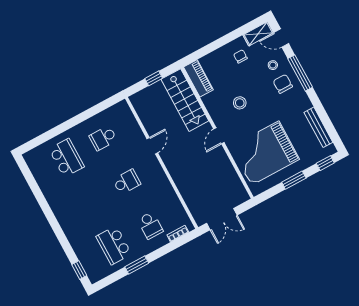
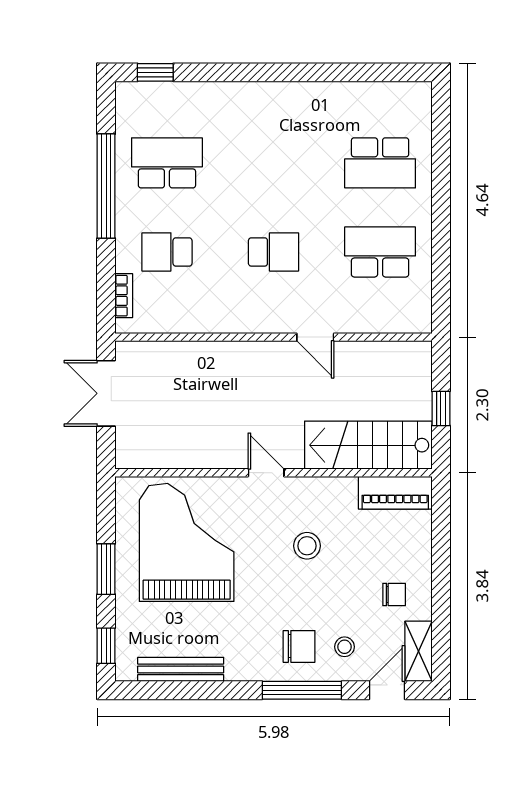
school desk: (103, 138) -> (380, 252), width x1.85
school desk: (127, 182) -> (274, 252), turned -90
window: (137, 265) -> (106, 186), width x2.11

